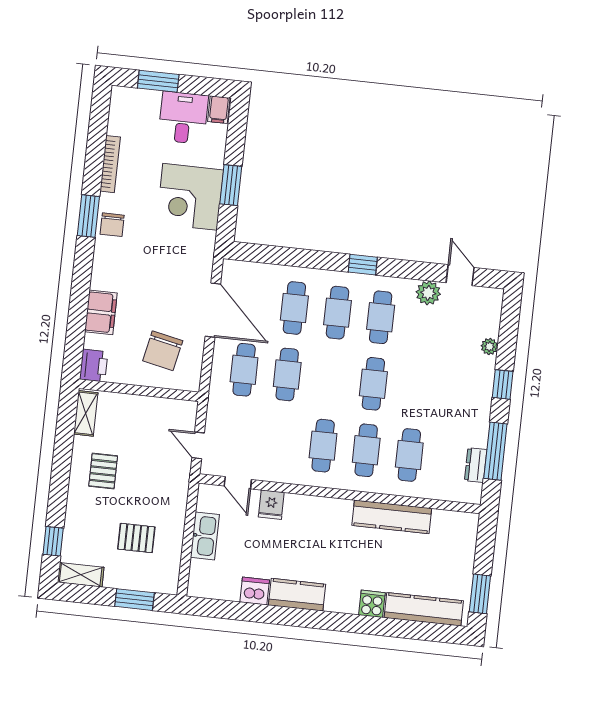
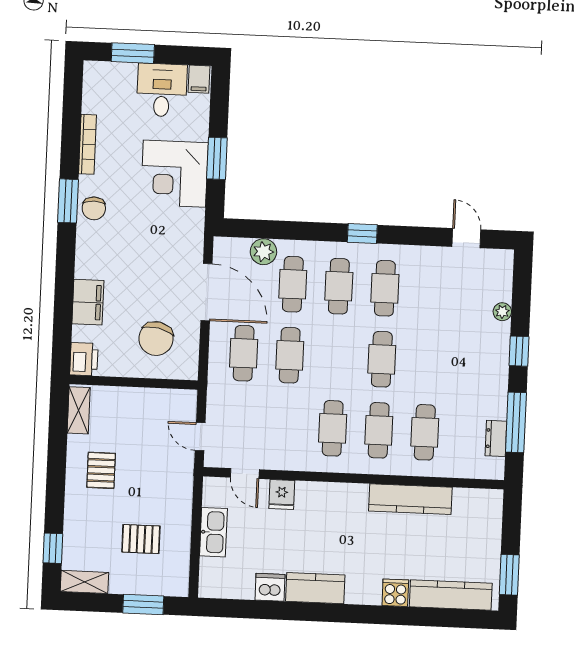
plant: (428, 293) -> (263, 252), moved

